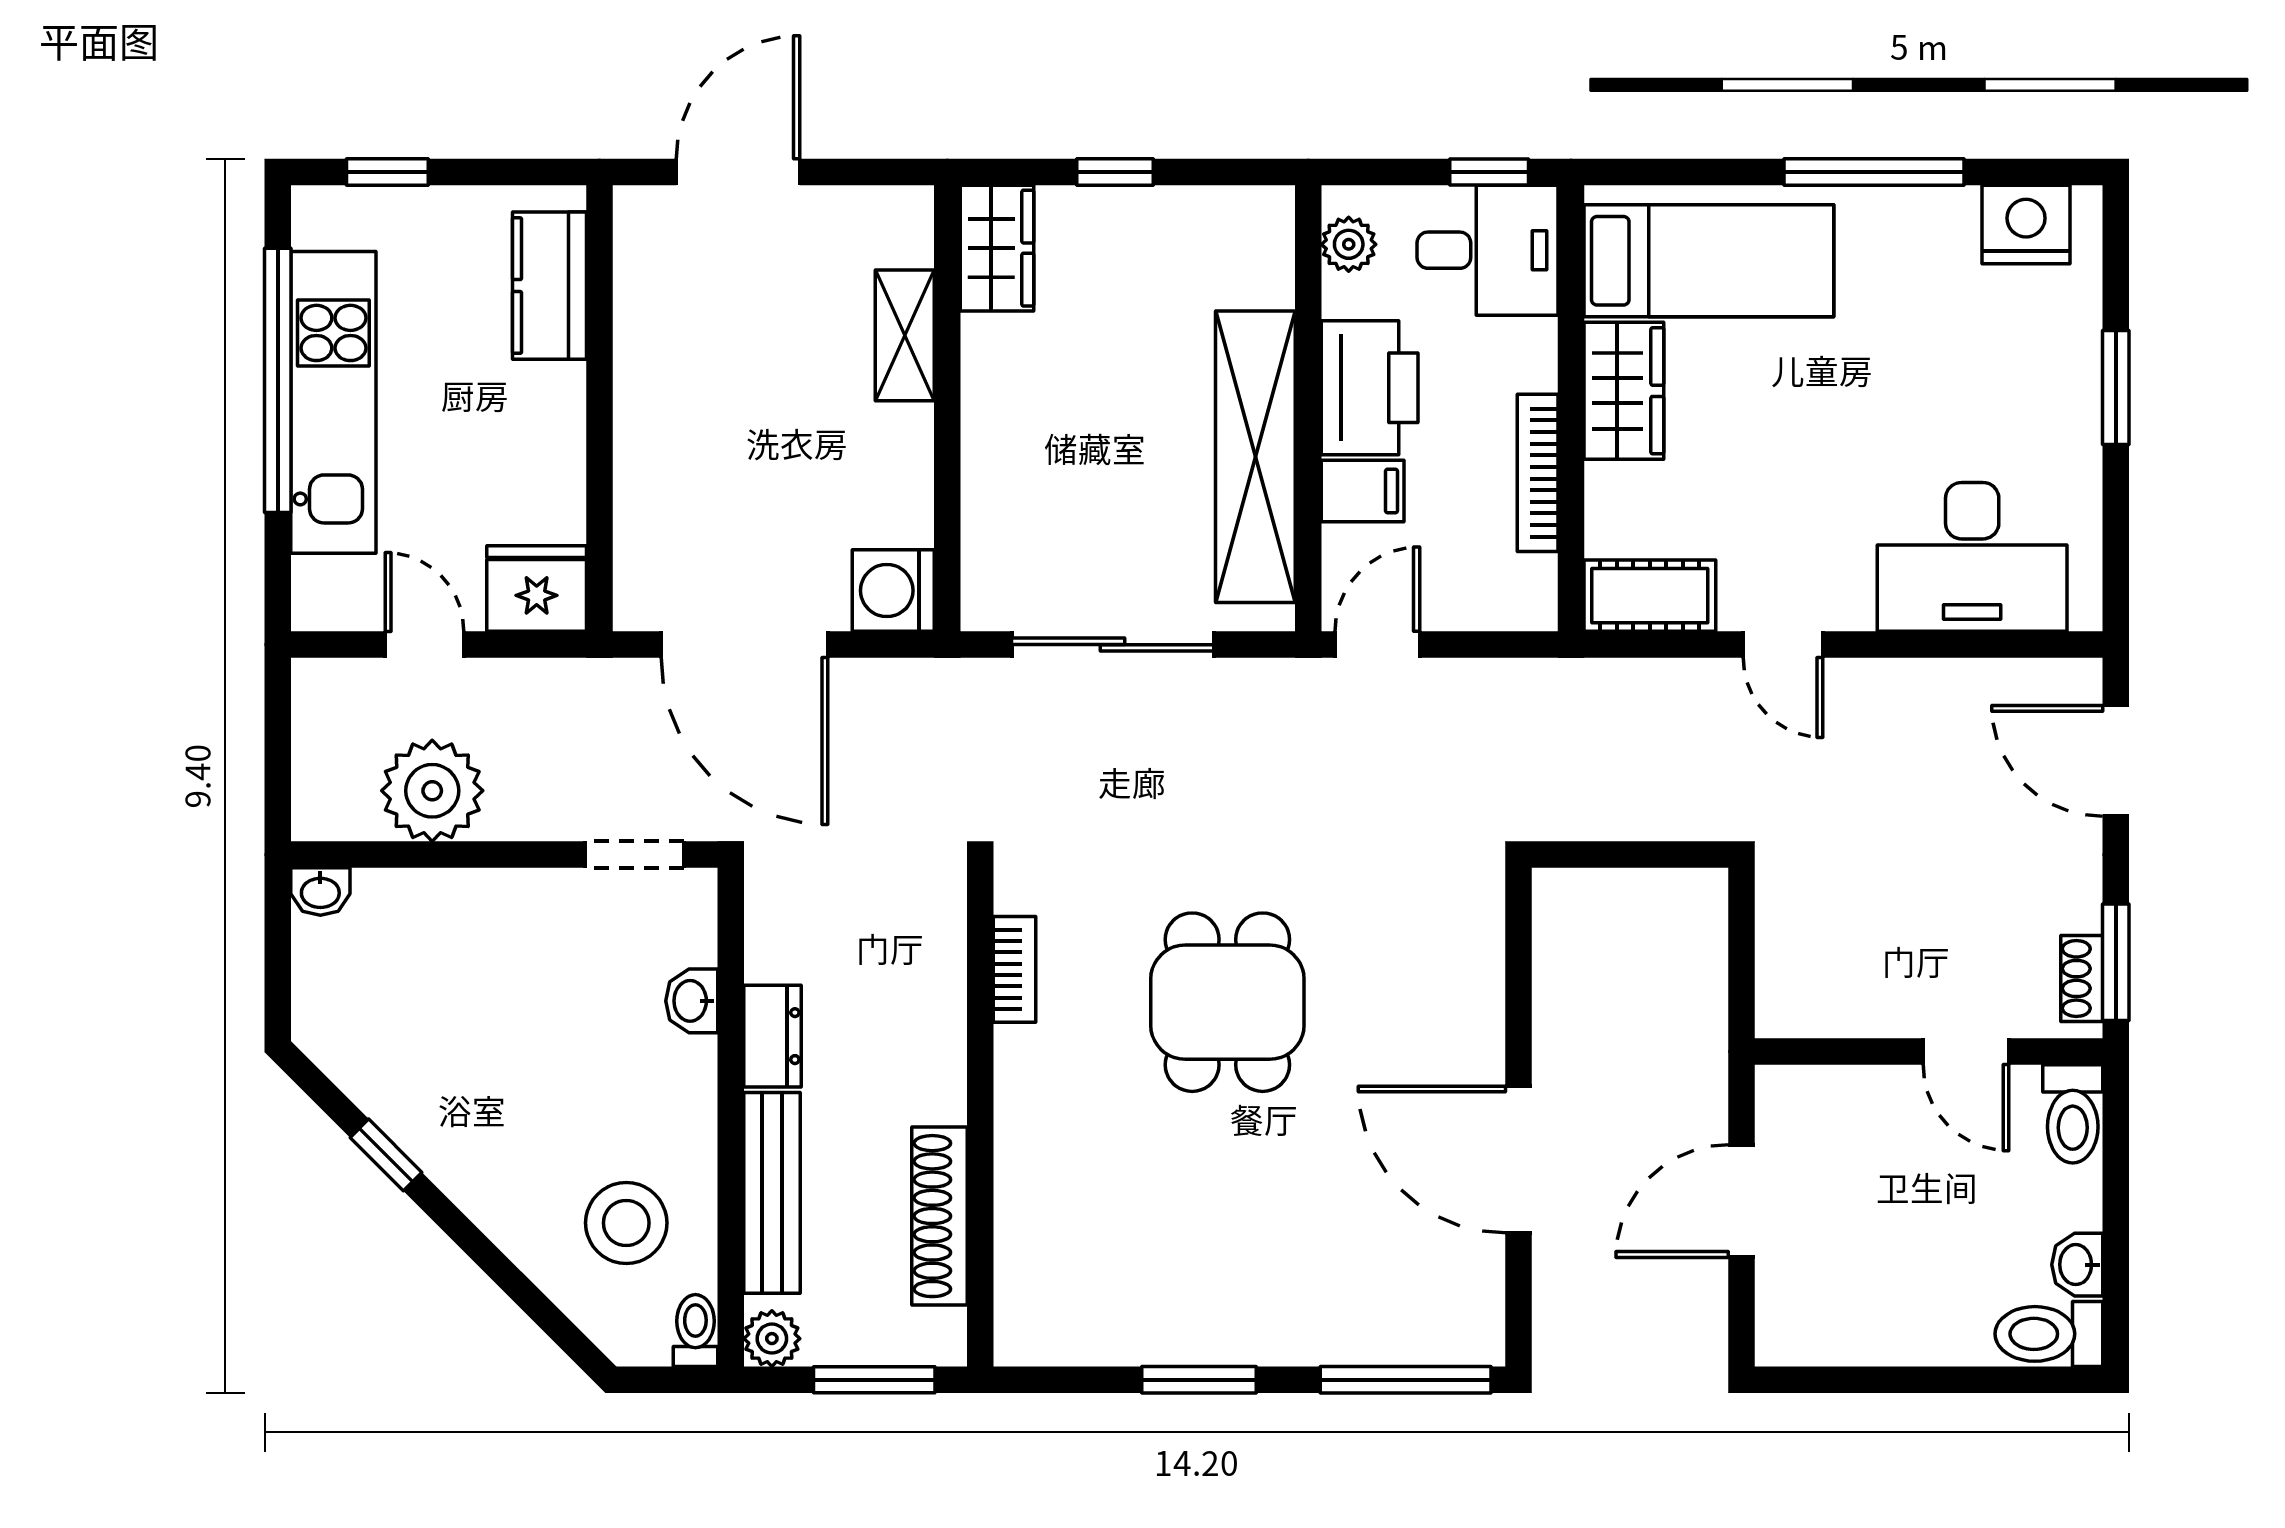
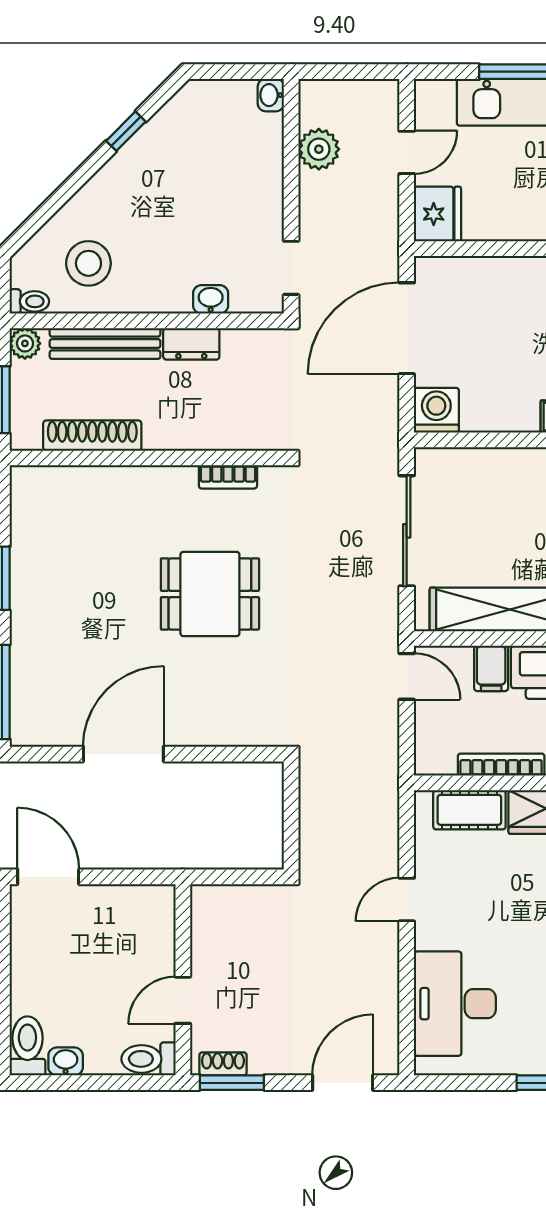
cot: (1650, 596) -> (469, 810), moved, turned 90
plant: (432, 791) -> (319, 149), width x0.73, depth x0.73
door: (1742, 1201) -> (48, 877), moved

